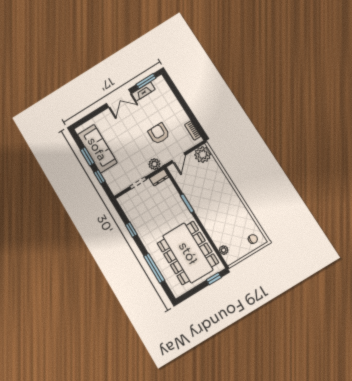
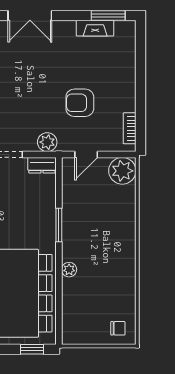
double door: (119, 98) -> (30, 15), moved
armchair: (159, 134) -> (80, 103), turned -90
plant: (224, 250) -> (69, 270), moved

